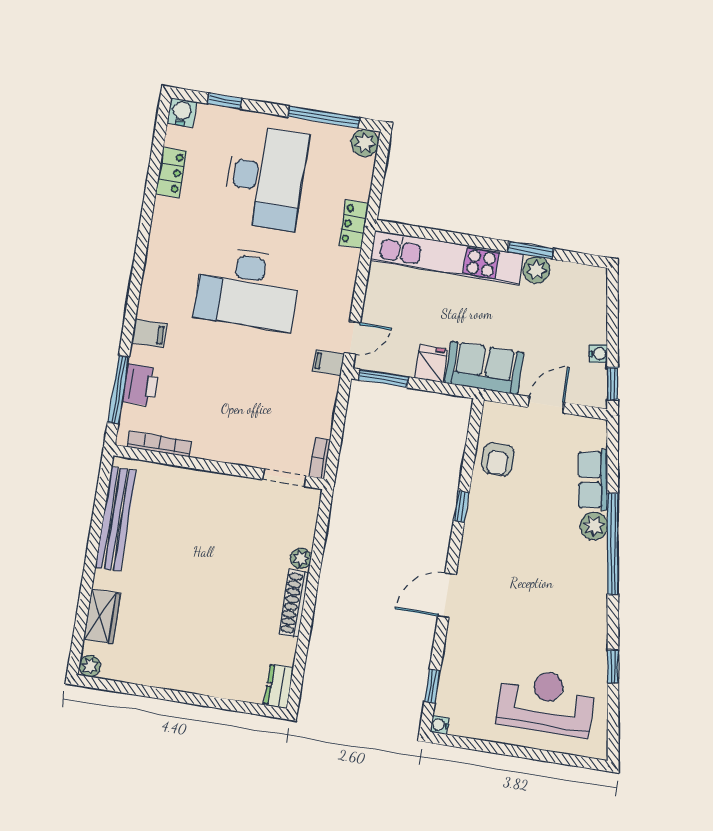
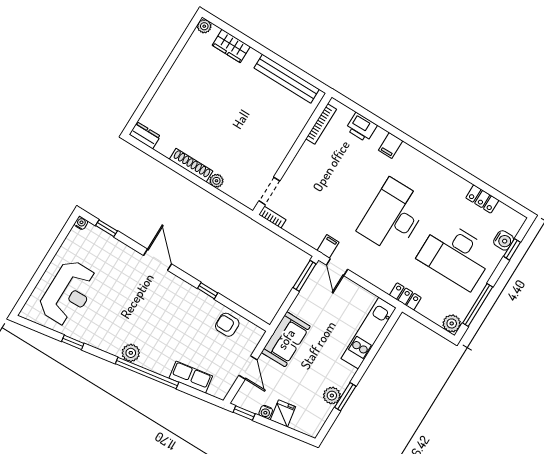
water cooler: (182, 112) -> (504, 240), moved
kitchen unit: (447, 258) -> (369, 333), width x0.73
fridge: (431, 364) -> (283, 413), moved, turned -99
window: (118, 390) -> (364, 113), removed
plant: (594, 526) -> (131, 353), moved

